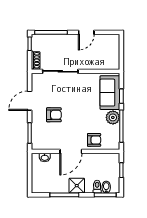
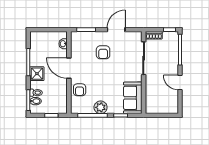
sofa: (110, 93) -> (133, 98), moved, turned -90
door: (30, 101) -> (116, 30), hinge flipped

